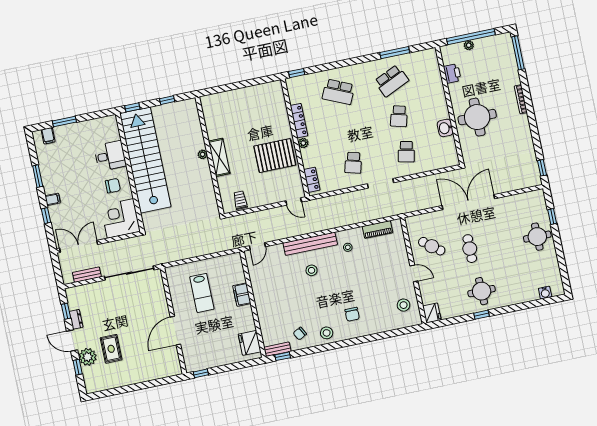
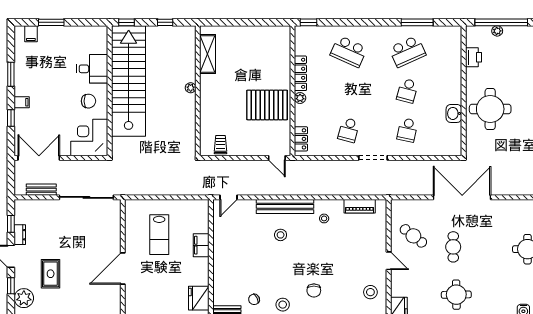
shelving: (219, 157) -> (208, 54), moved
plant: (88, 357) -> (24, 298), moved

